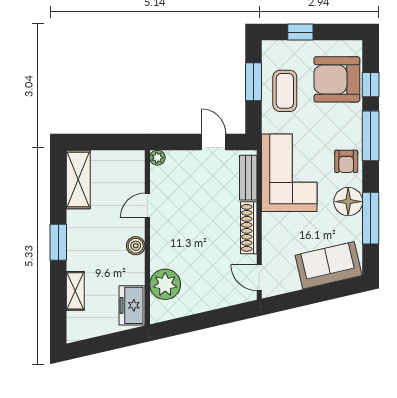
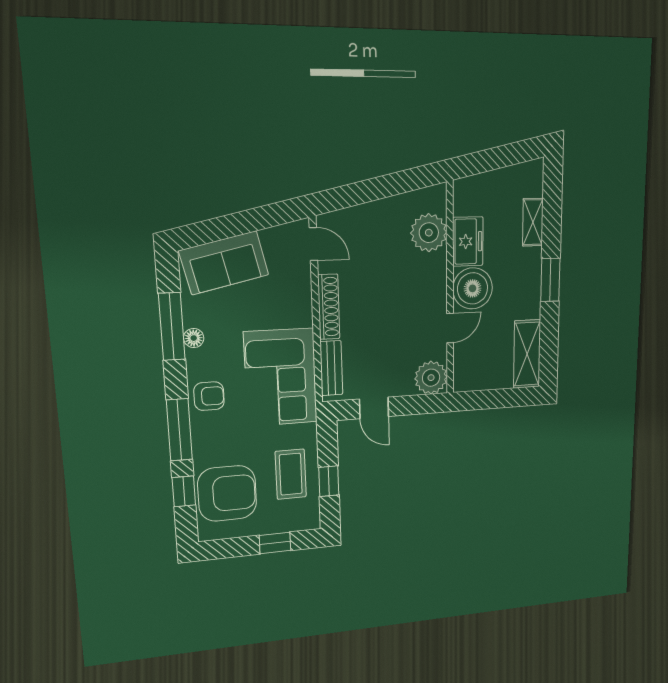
window: (254, 82) -> (329, 481), width x0.67
plant: (157, 158) -> (431, 378), width x1.88, depth x1.88
armchair: (346, 161) -> (209, 396), turned 90
floor lamp: (348, 202) -> (194, 338), width x0.53, depth x0.53
boiler: (136, 246) -> (473, 288), width x1.86, depth x1.86
freezer: (132, 305) -> (468, 241), moved

